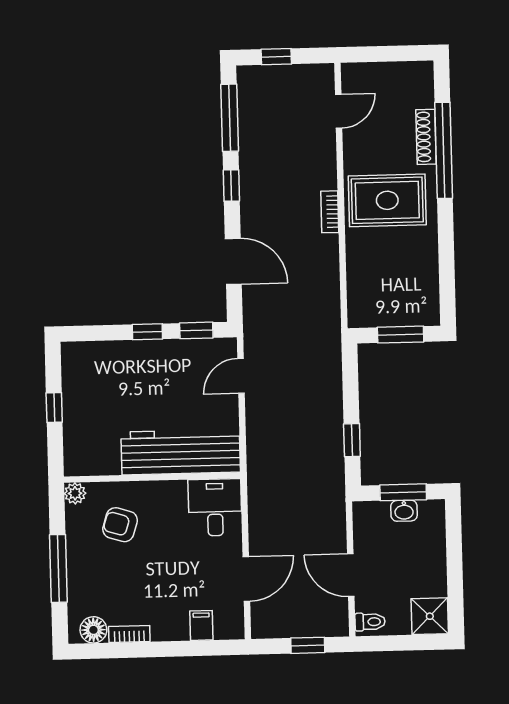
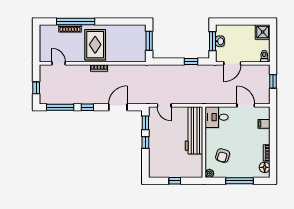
door: (351, 575) -> (232, 63), moved

